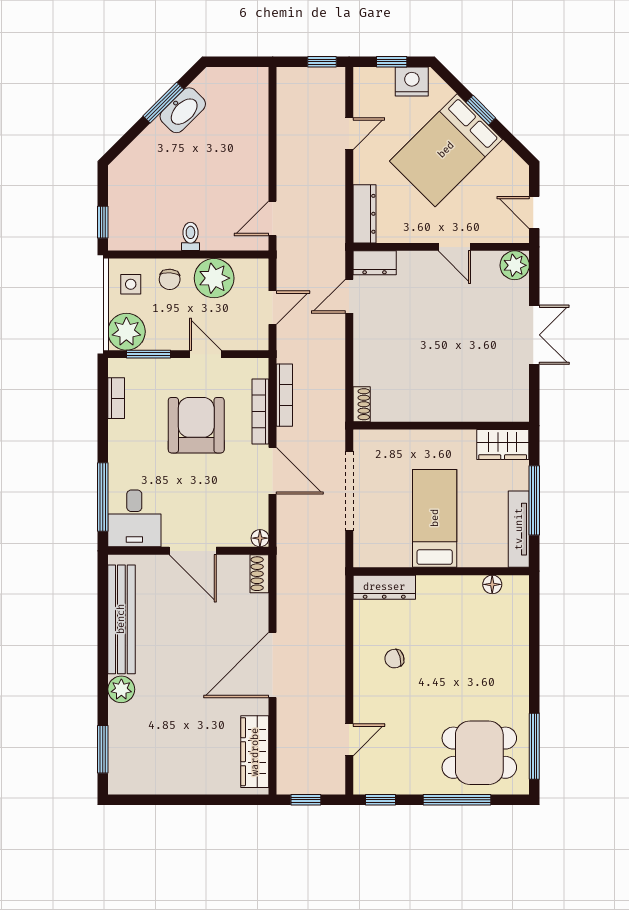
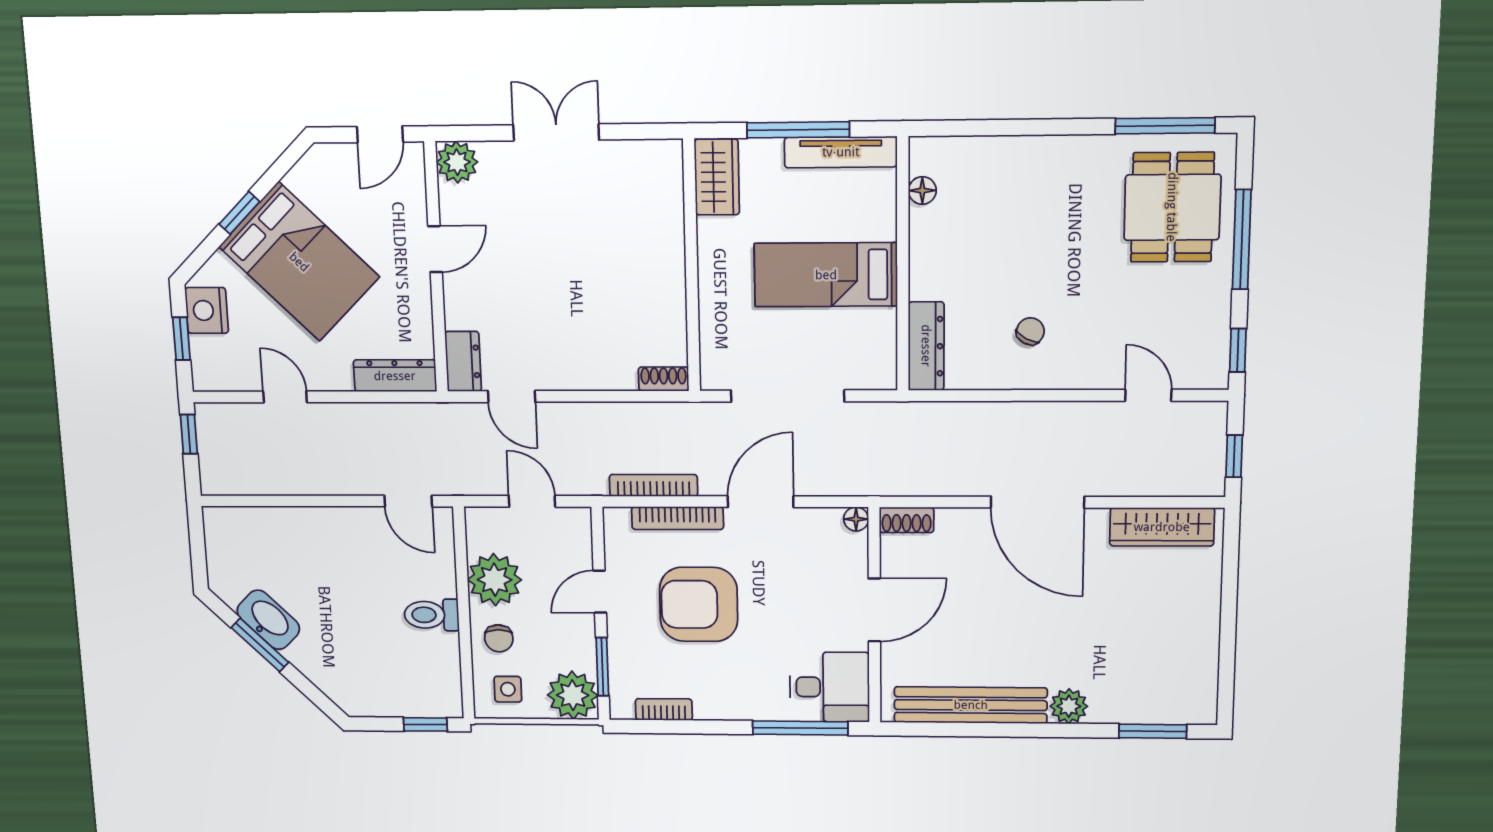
toilet: (190, 236) -> (432, 615), width x1.37, depth x1.39
chair: (170, 279) -> (499, 638), turned 86
chair: (394, 659) -> (1030, 331), turned -135

